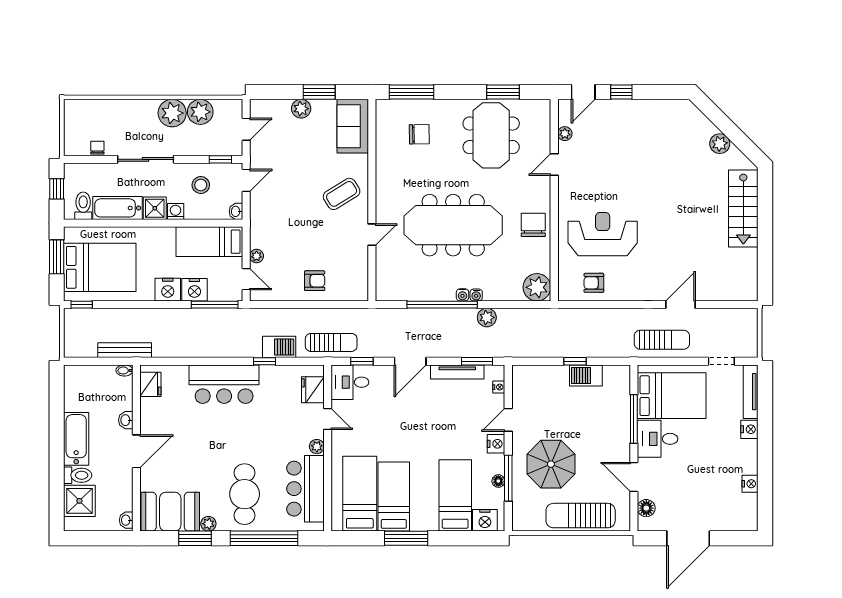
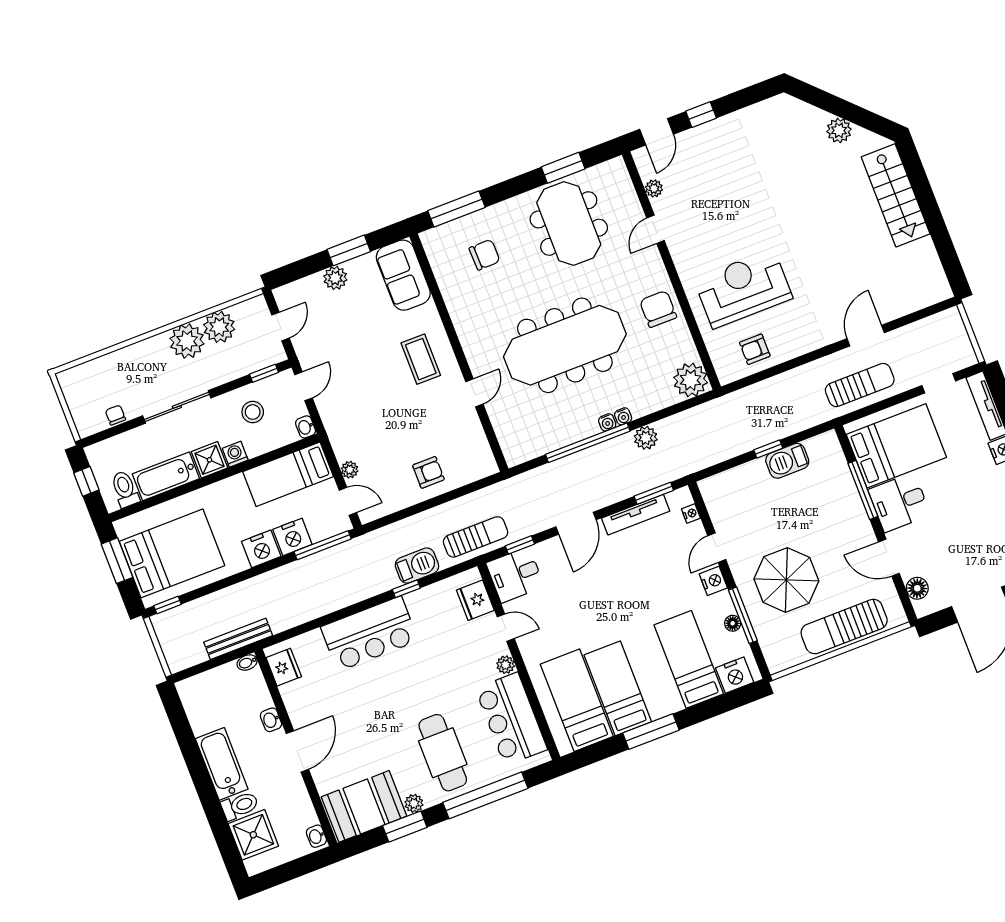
coffee table: (342, 194) -> (421, 359), turned -58

